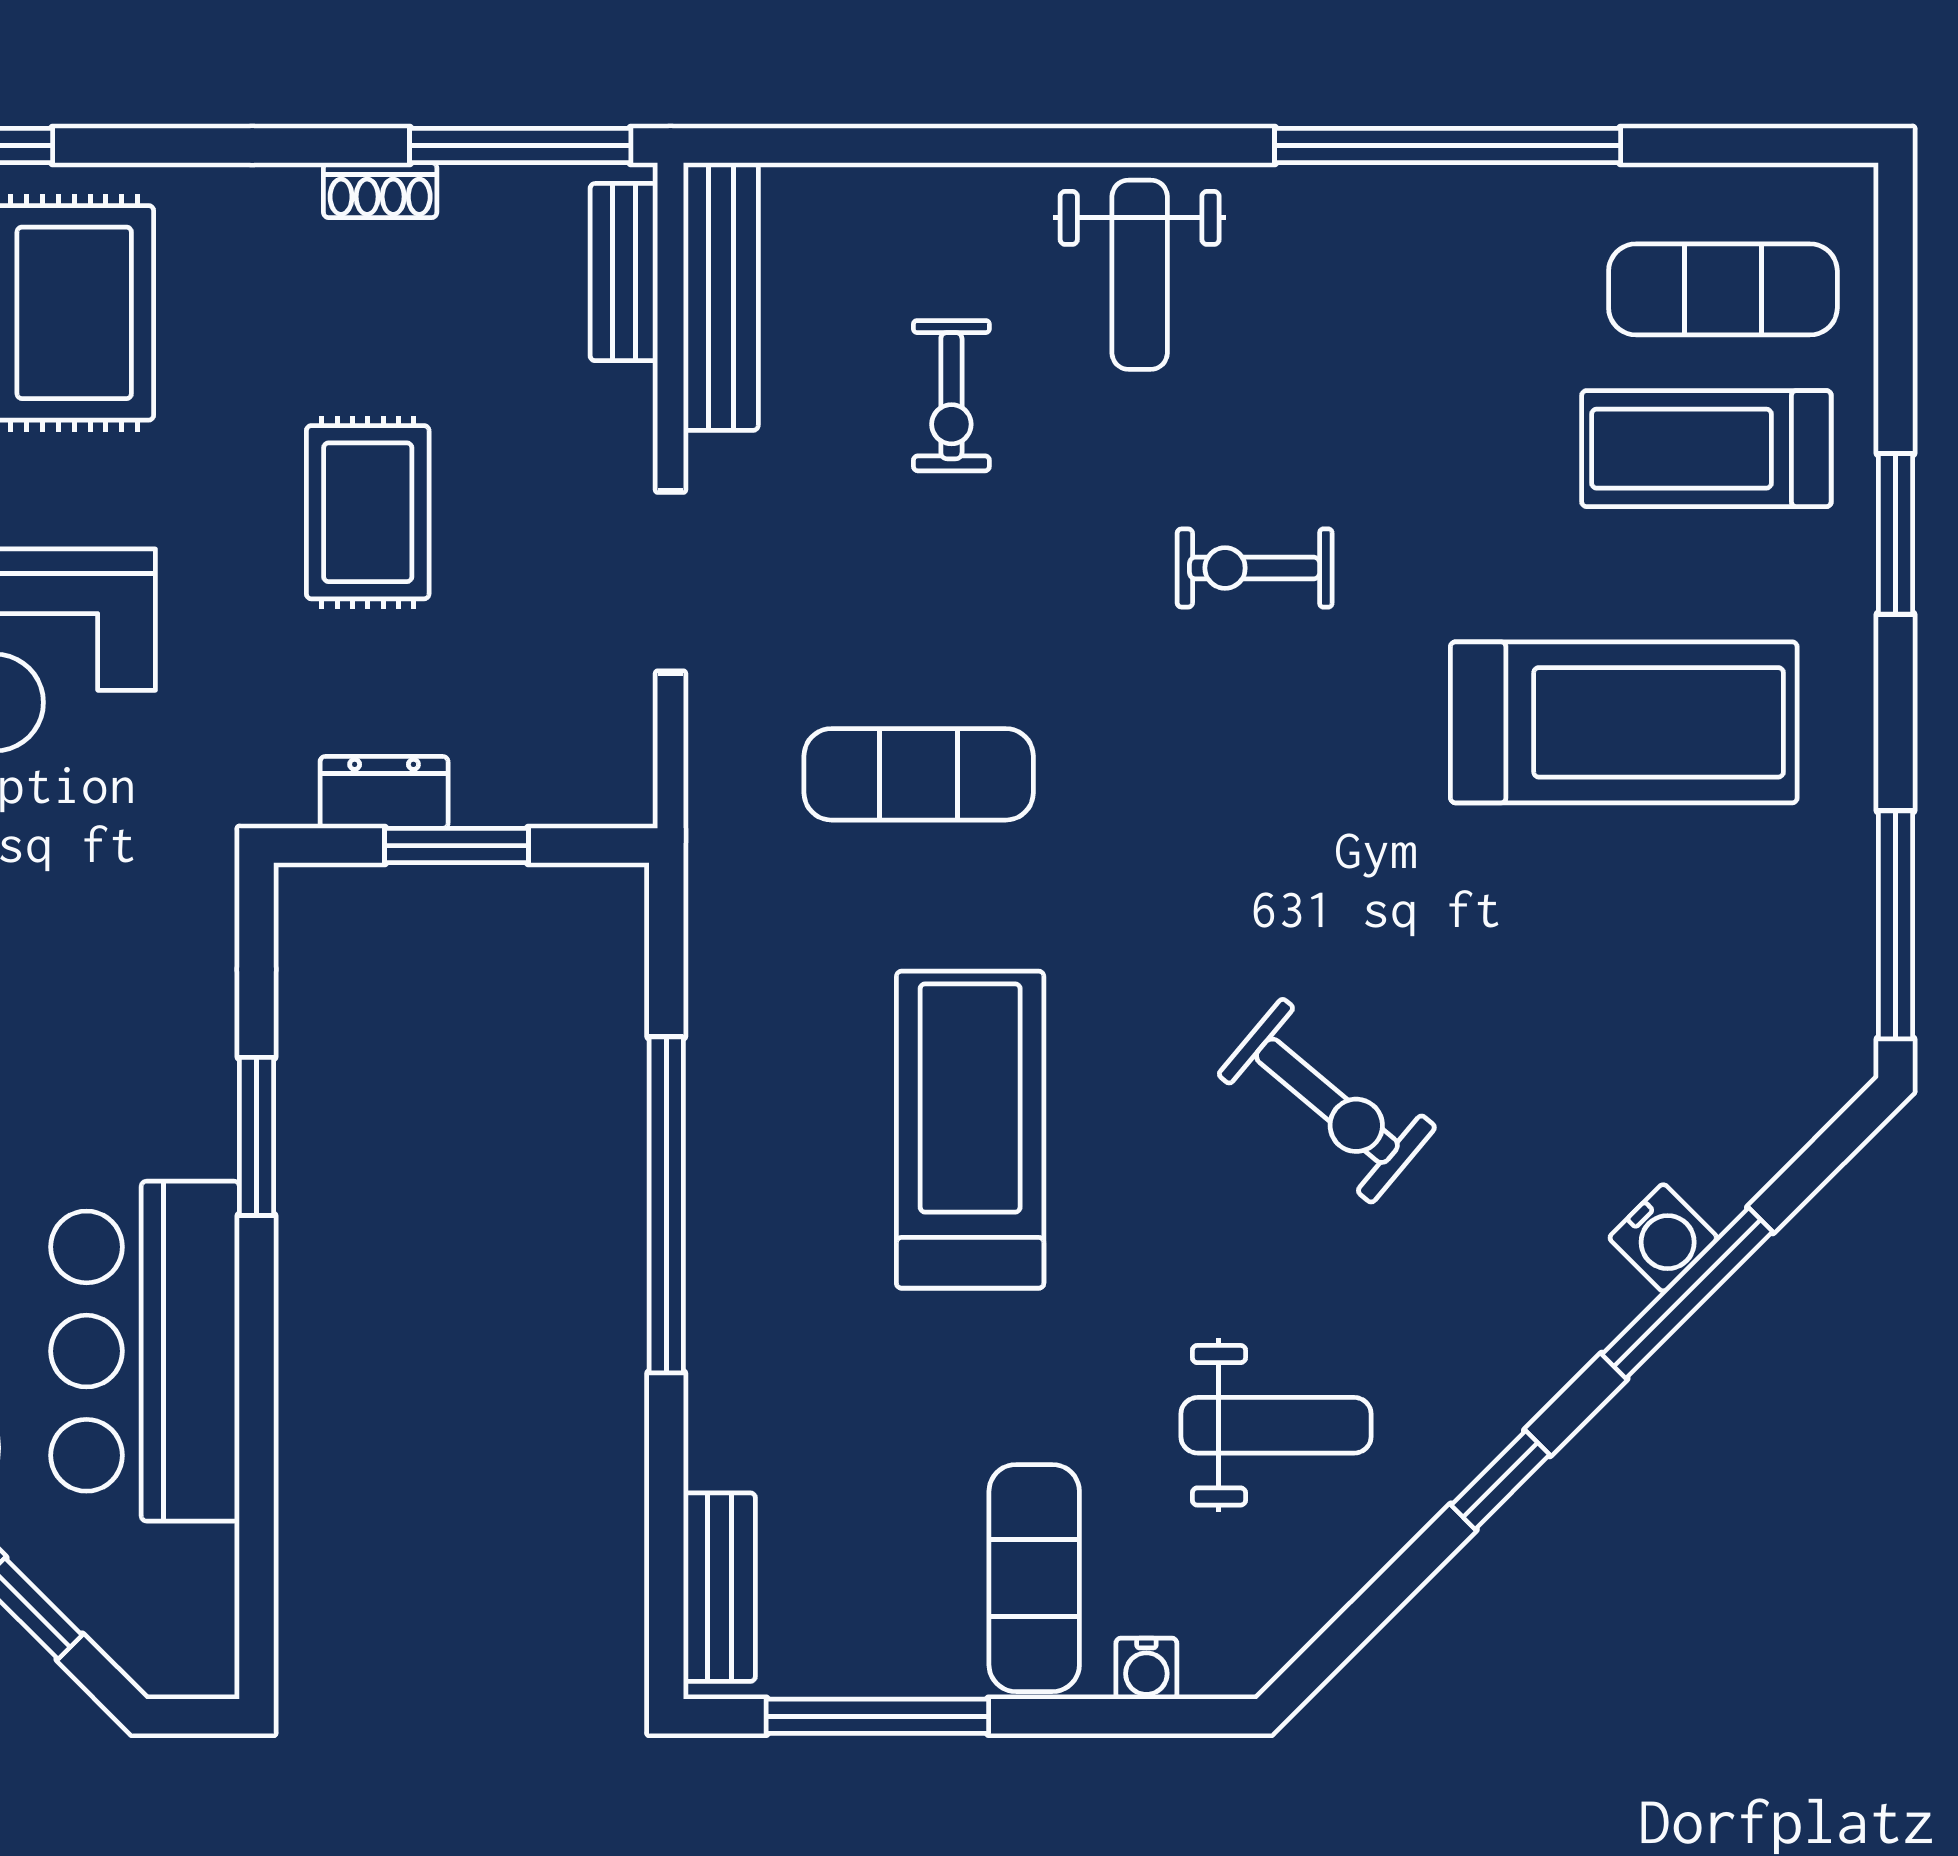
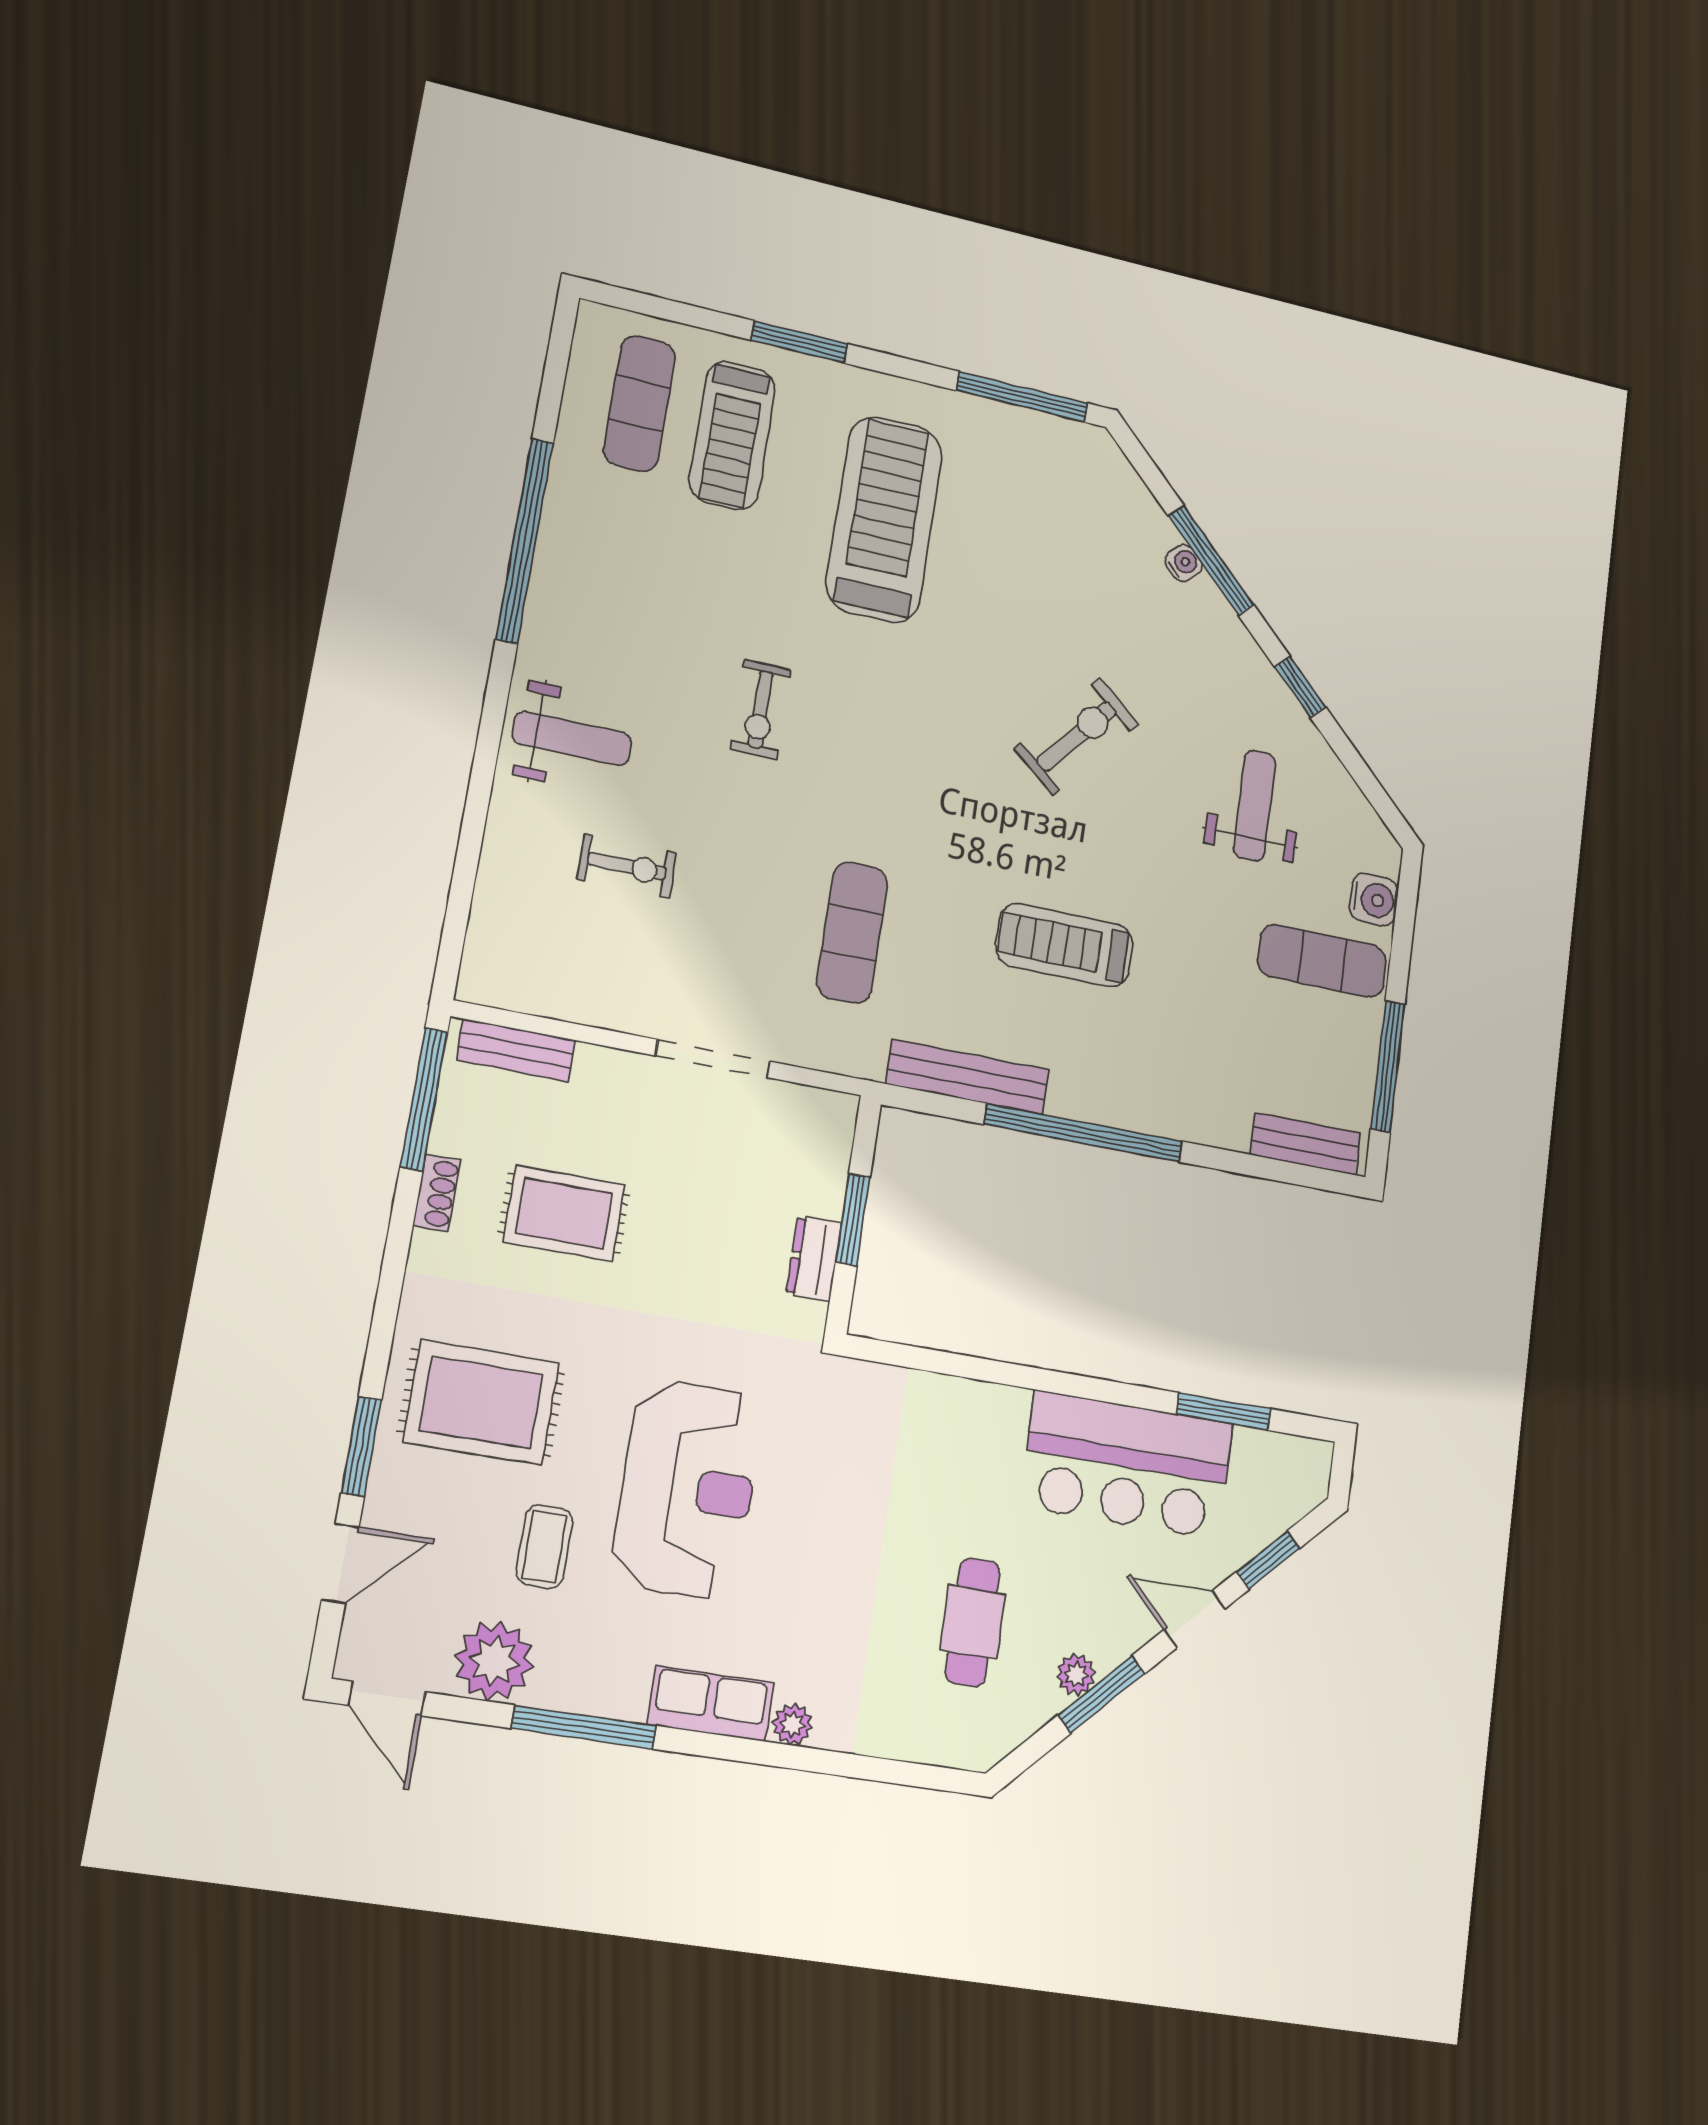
bench: (721, 296) -> (968, 1077), moved
rug: (368, 512) -> (564, 1213), moved
treadmill: (970, 1130) -> (1065, 945), width x0.73, depth x0.73
window: (256, 1136) -> (1224, 1412), moved
water cooler: (1663, 1238) -> (1184, 563), width x0.72, depth x0.72
water cooler: (1146, 1669) -> (1374, 900), width x1.38, depth x1.38

